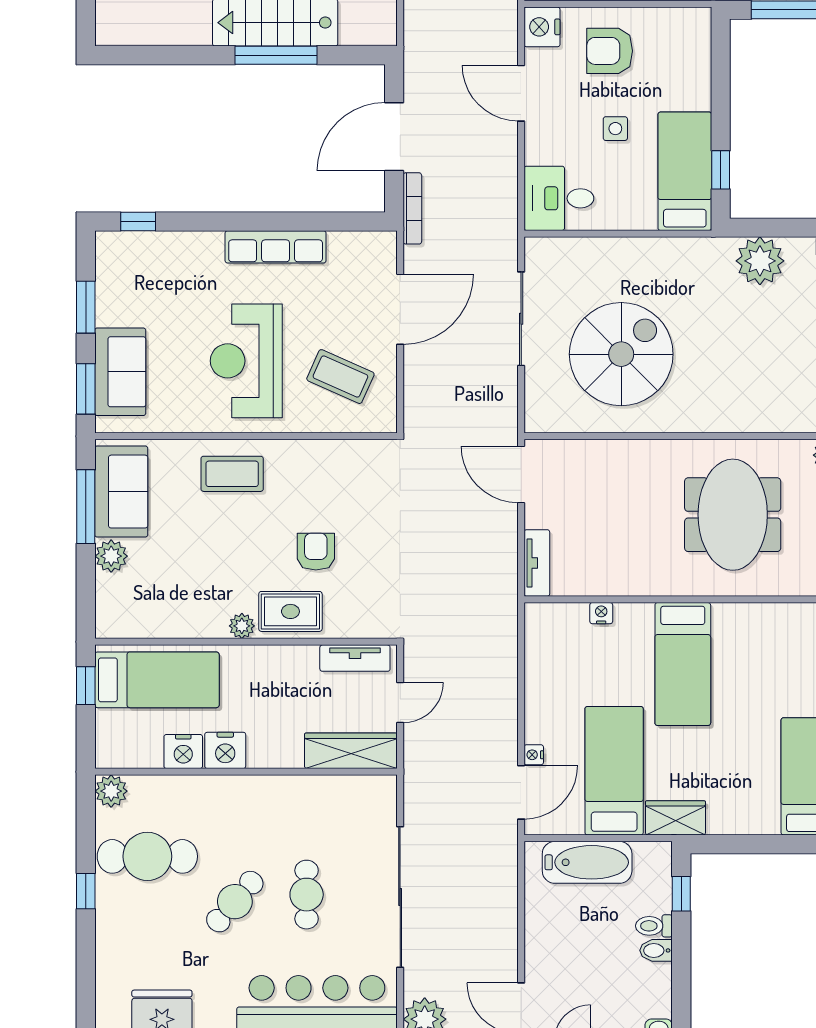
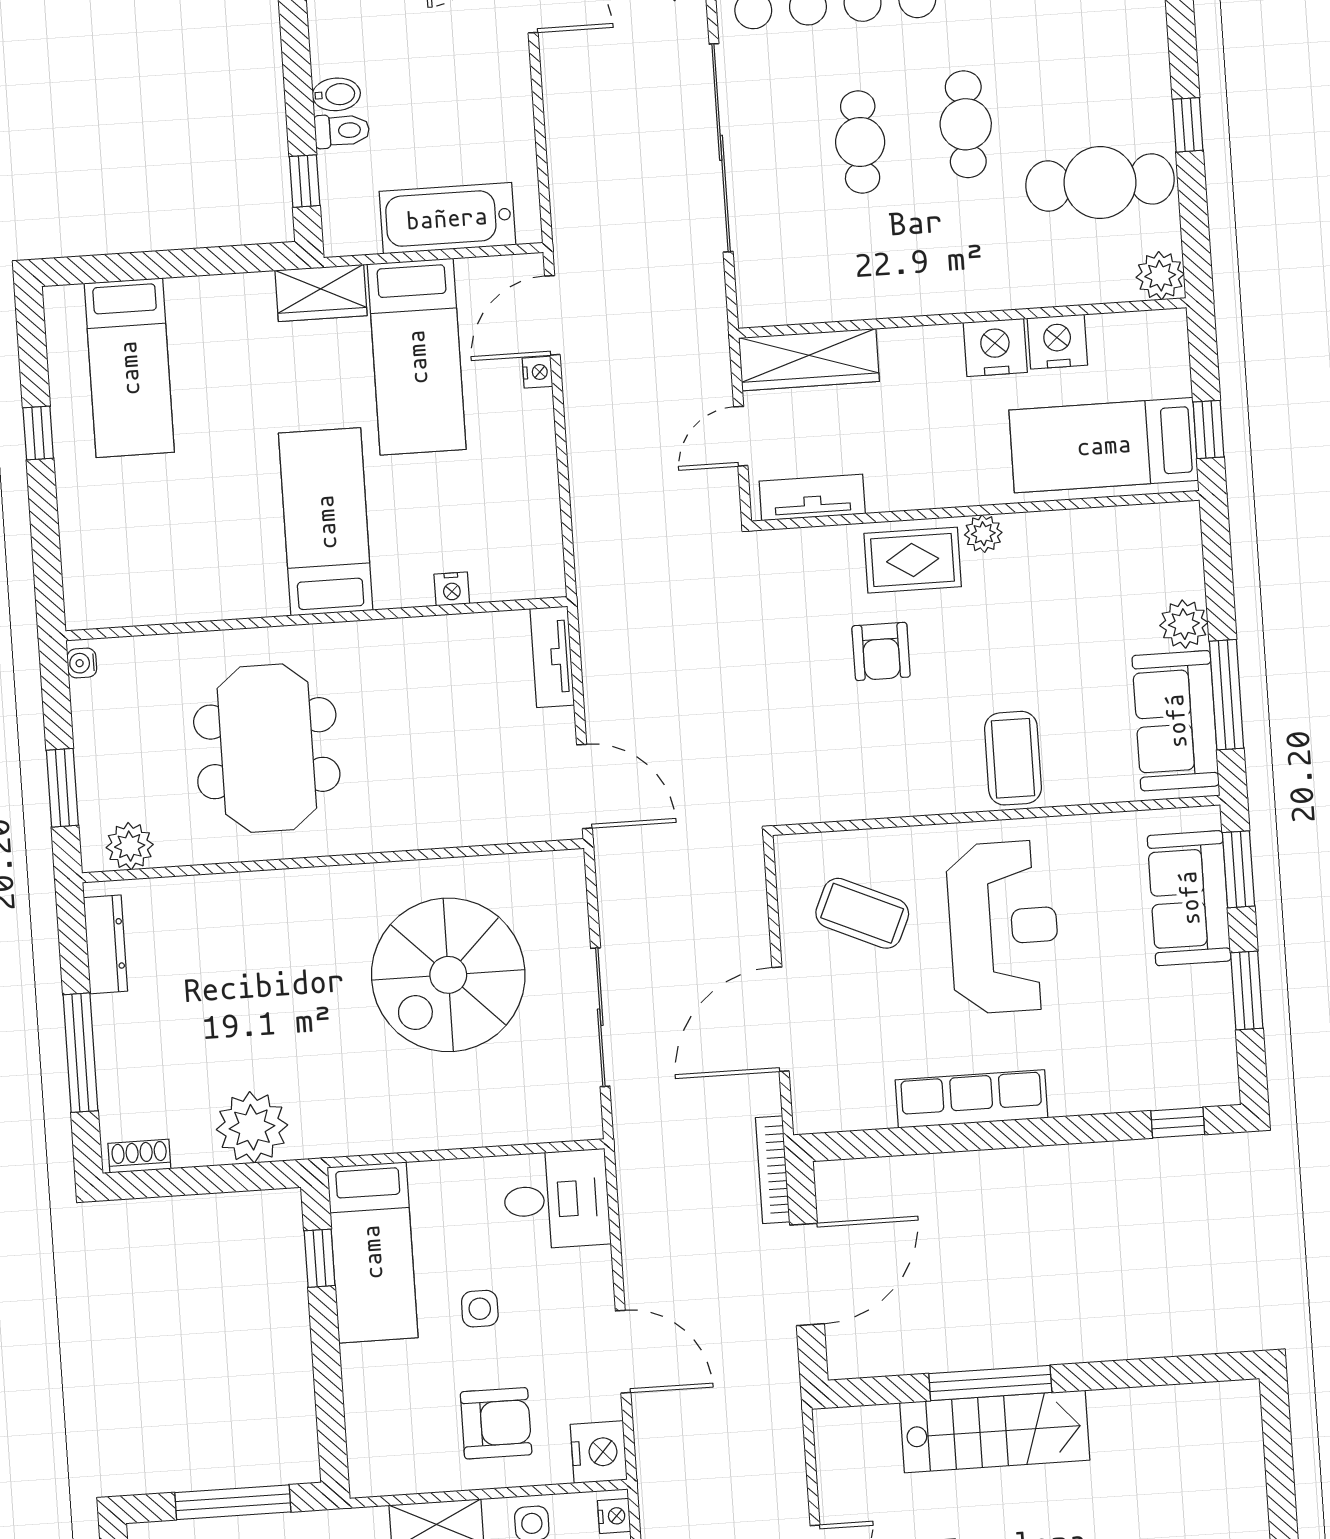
coffee table: (232, 474) -> (1013, 758), turned 90
cafe table: (235, 902) -> (966, 124), turned -41

